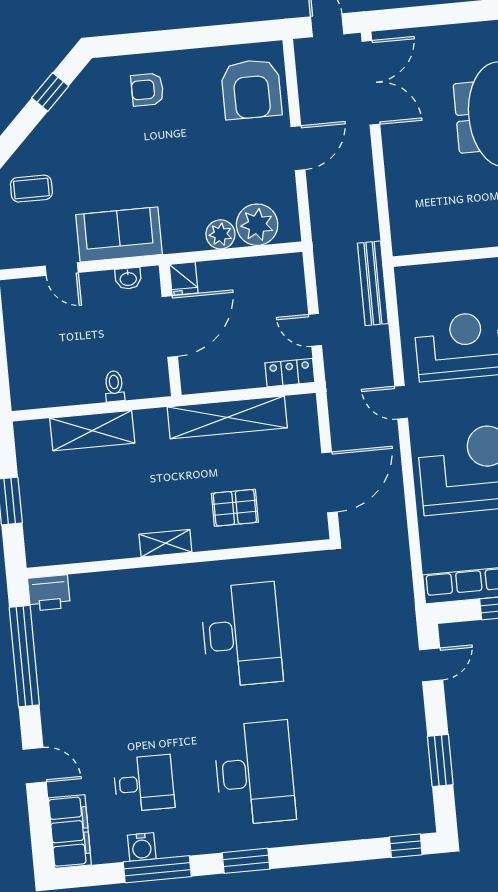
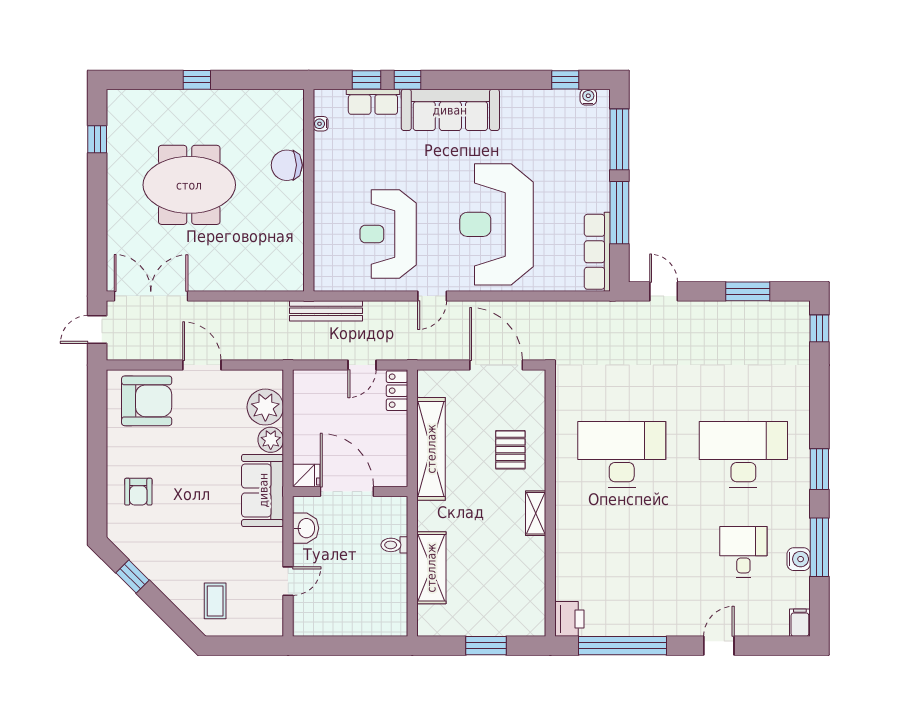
sofa: (119, 235) -> (263, 490), moved
washbasin: (128, 278) -> (306, 528), width x1.38, depth x1.45
filing cabinet: (70, 831) -> (800, 623), width x0.33, depth x0.86

